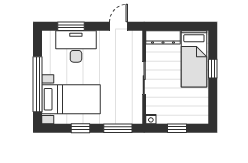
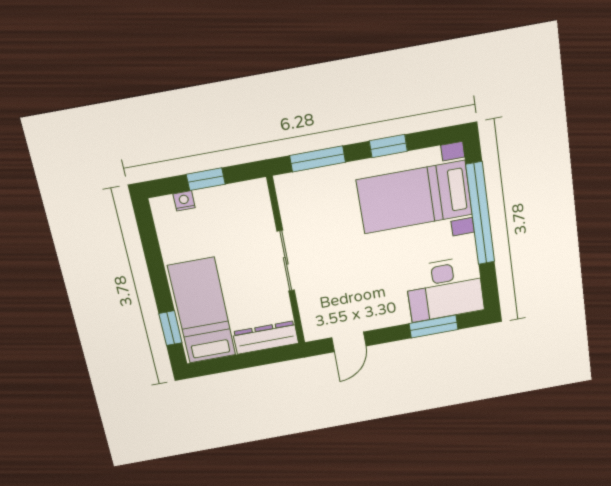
desk: (76, 46) -> (445, 289), moved
window: (213, 69) -> (171, 328), moved
nightstand: (151, 119) -> (184, 201), moved

